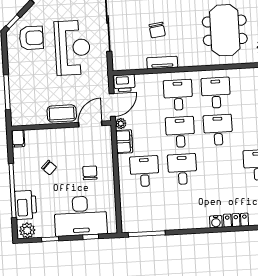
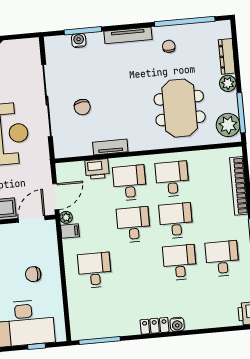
chair: (157, 30) -> (82, 107), moved
printer: (124, 83) -> (97, 169), moved
filing cabinet: (124, 142) -> (70, 231), width x0.50
desk: (182, 169) -> (180, 262), moved
chair: (90, 173) -> (33, 274), turned -90
locker: (236, 220) -> (155, 326), moved

